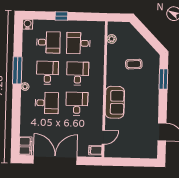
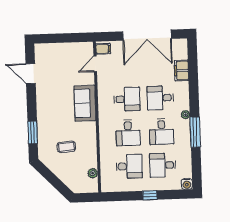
desk: (77, 104) -> (127, 99), turned -90
filing cabinet: (26, 146) -> (182, 71), moved

